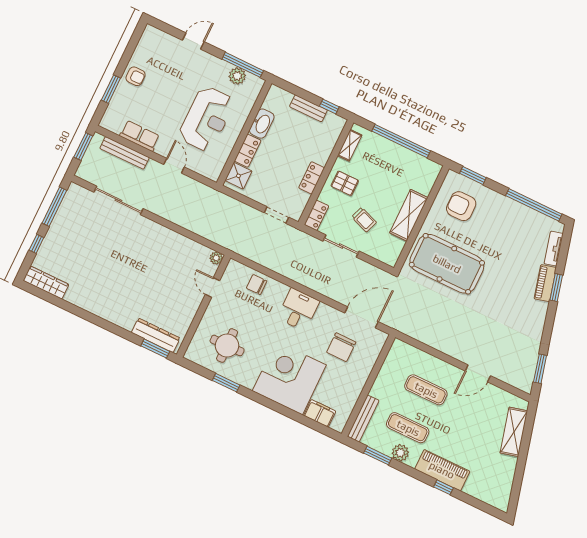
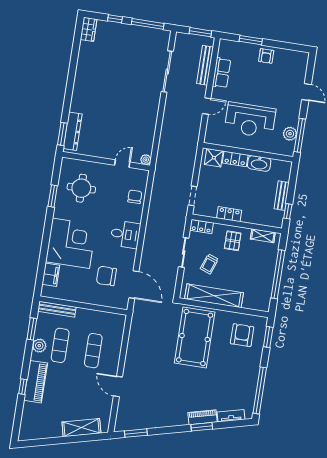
shelving: (409, 215) -> (214, 296), width x1.47
wardrobe: (46, 283) -> (89, 29), width x0.67

